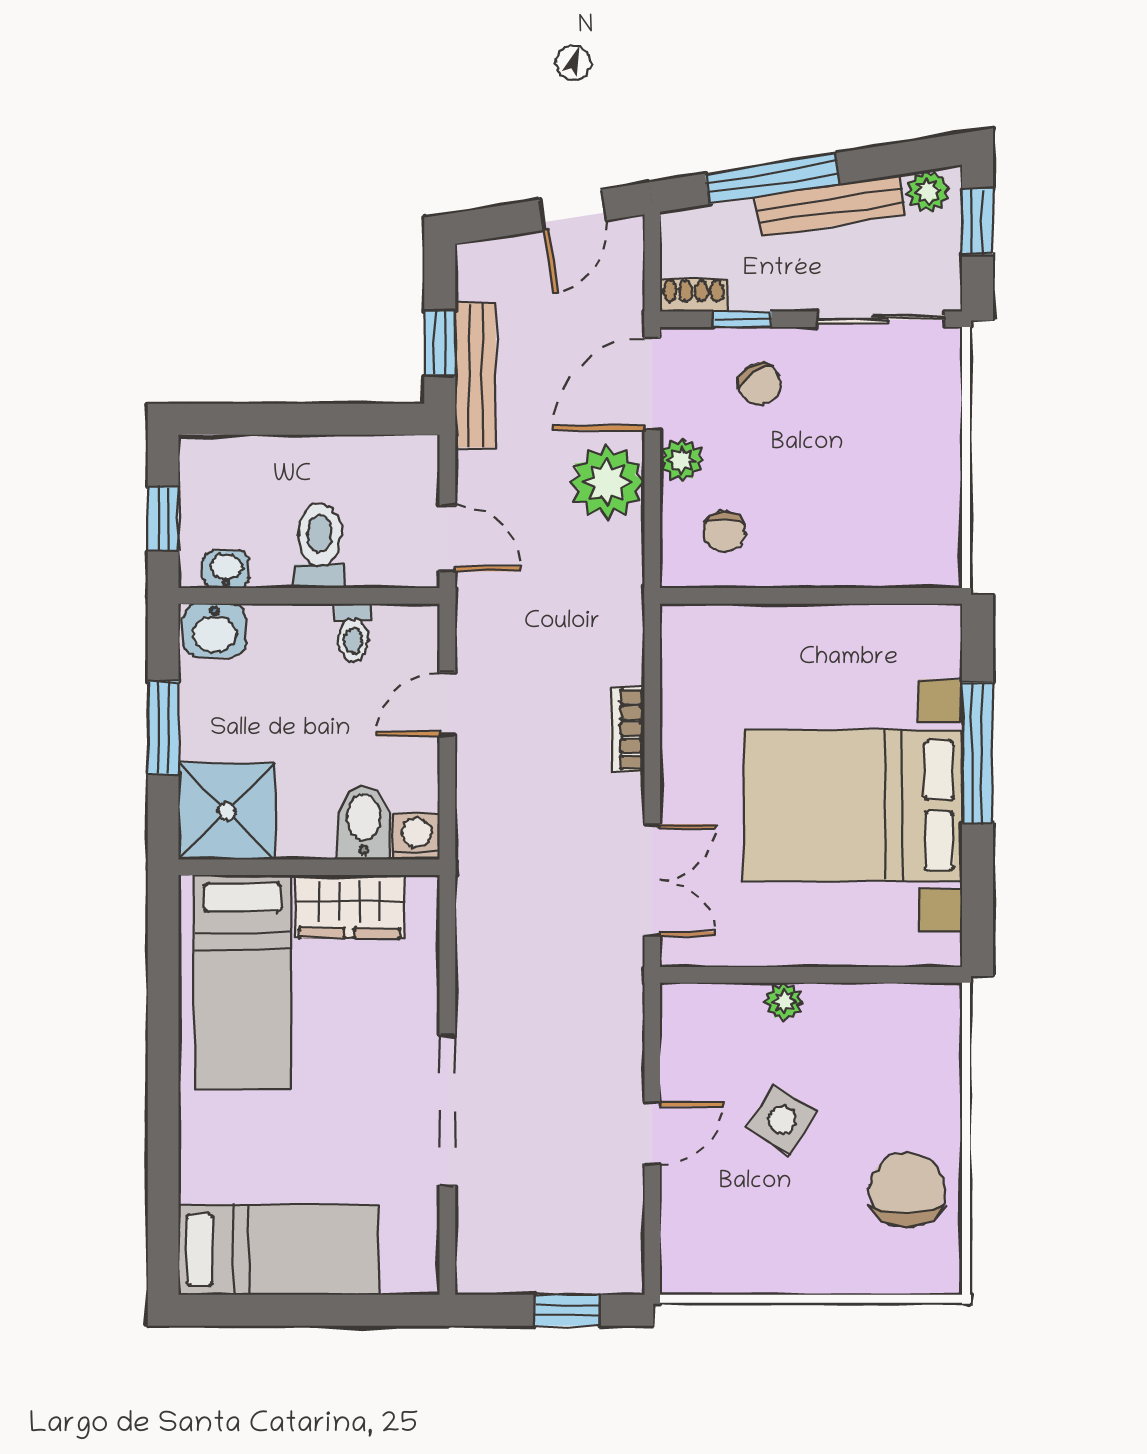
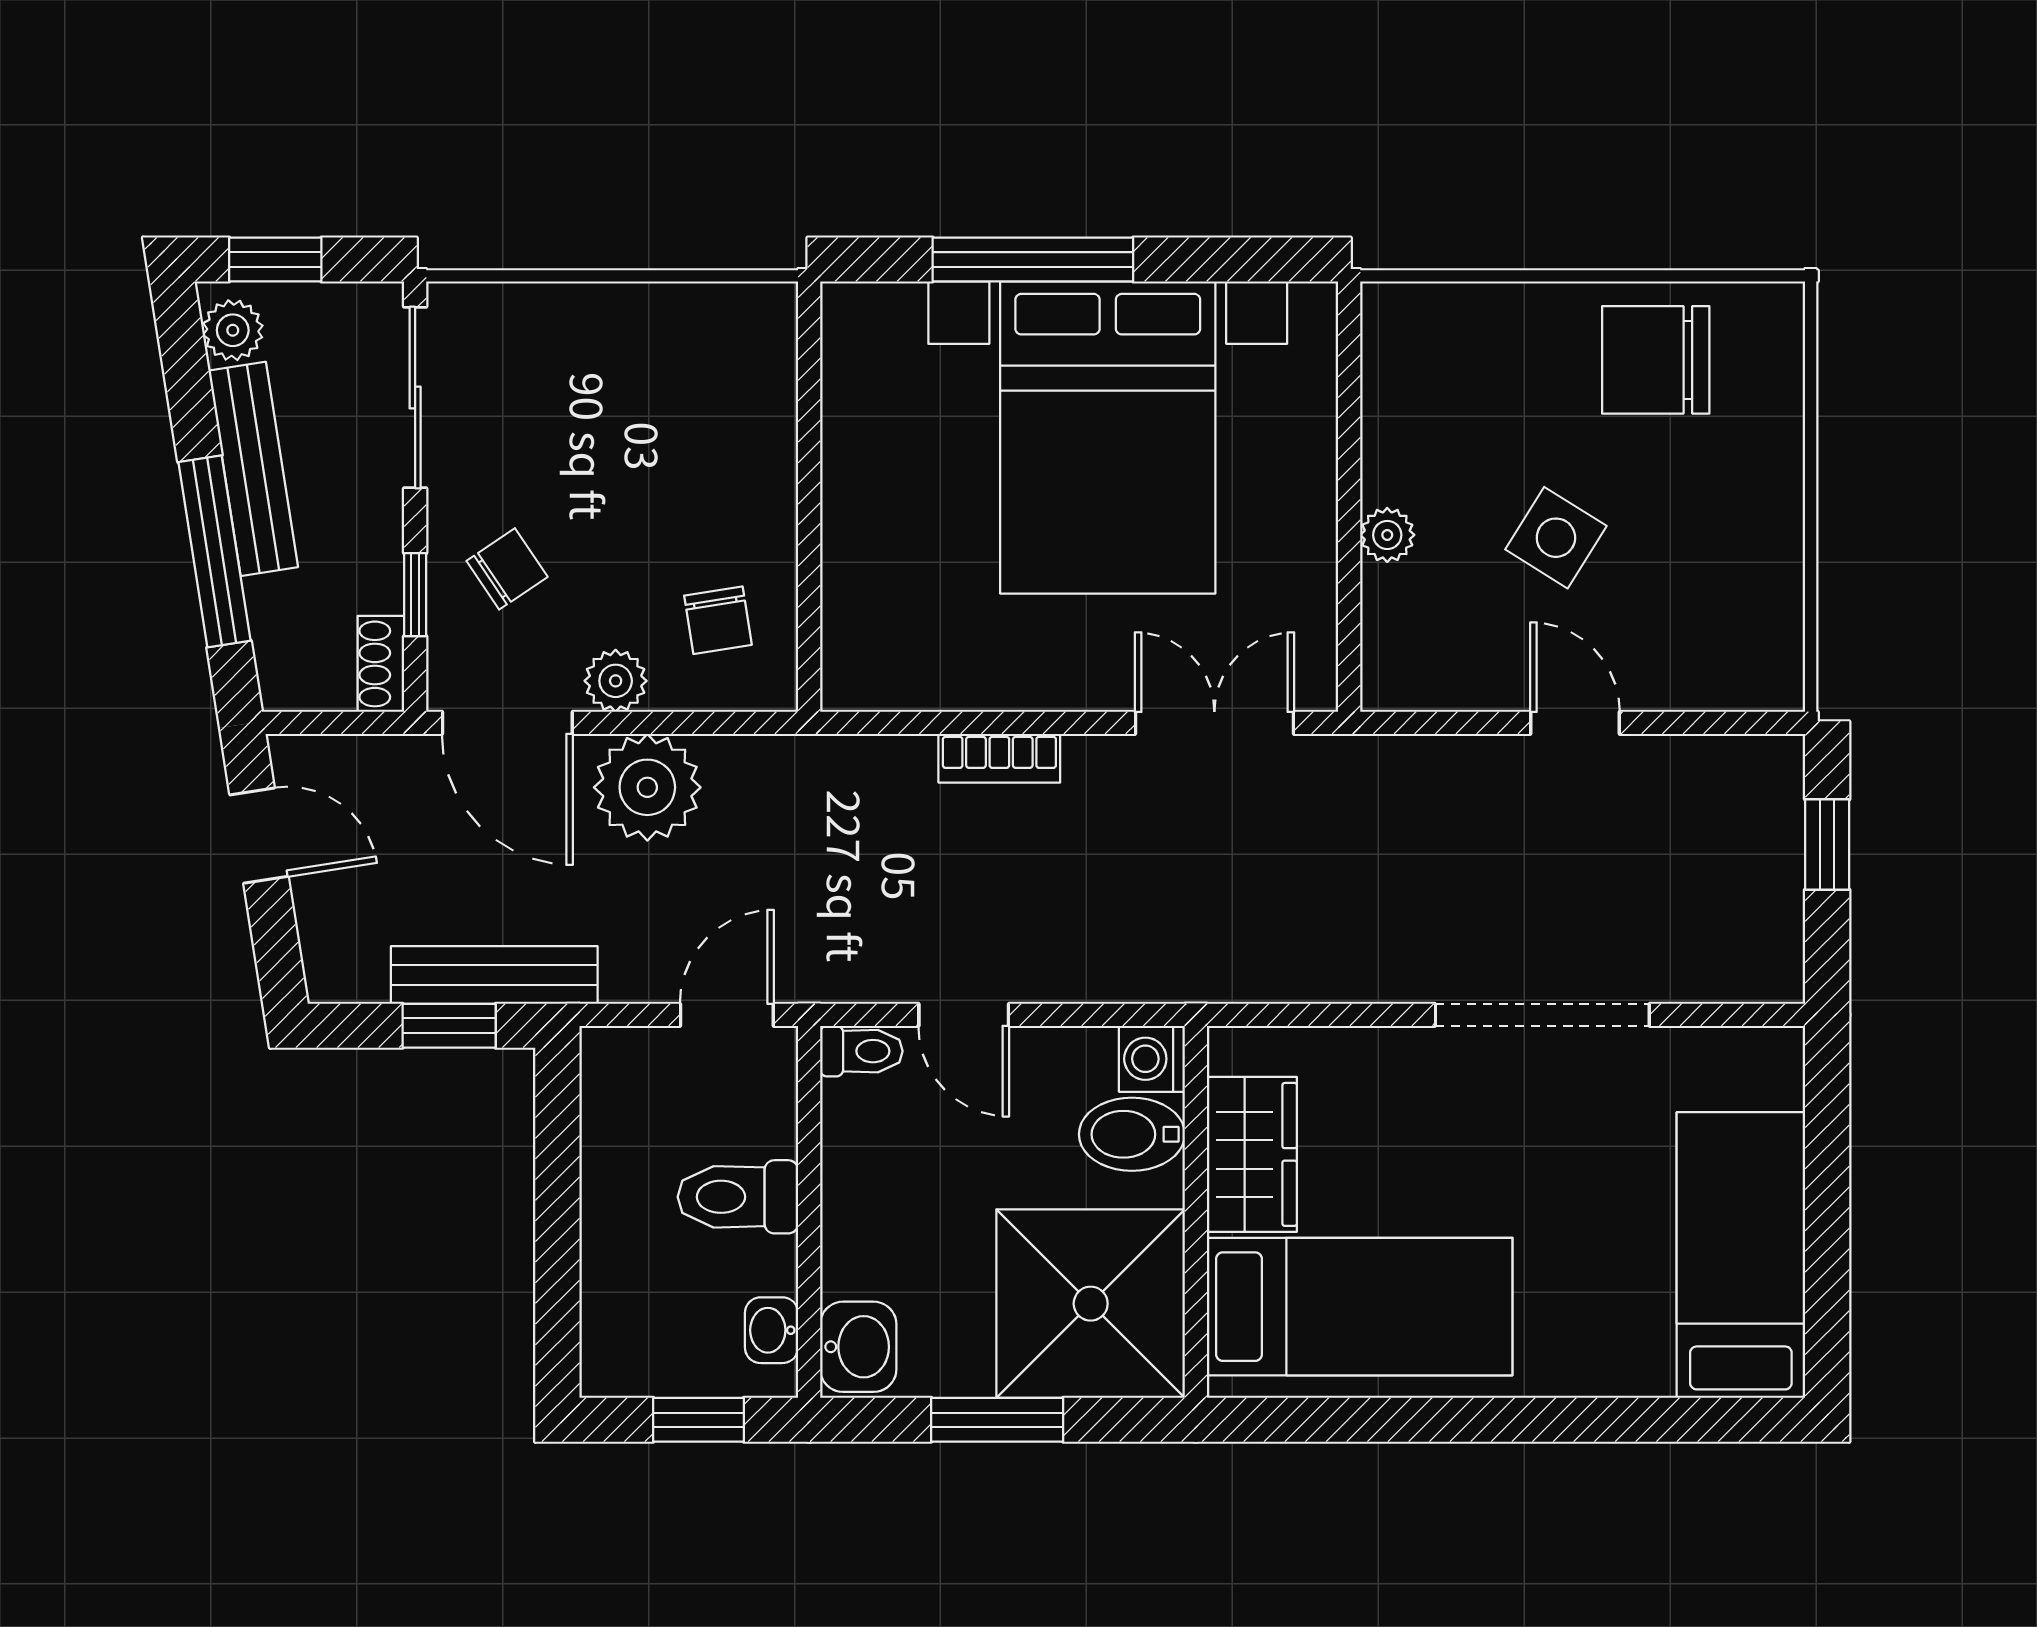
chair: (724, 532) -> (718, 620), turned 81
toilet: (353, 633) -> (861, 1051), moved
shower: (227, 811) -> (1091, 1304), width x1.37, depth x1.37

